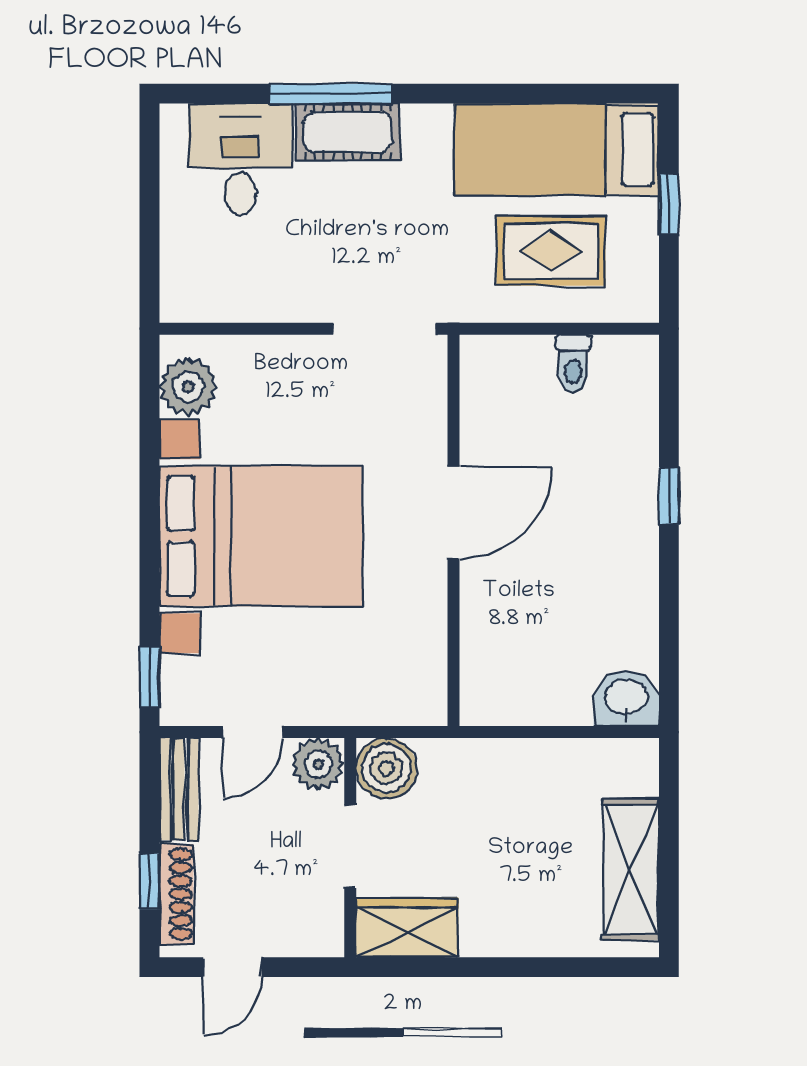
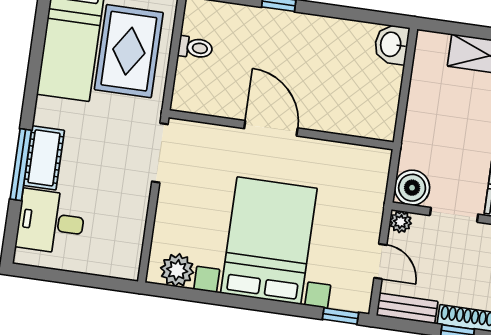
rug: (551, 251) -> (129, 51), width x1.36, depth x1.43
plant: (318, 764) -> (401, 222), width x0.73, depth x0.73

